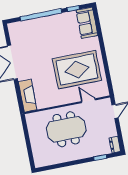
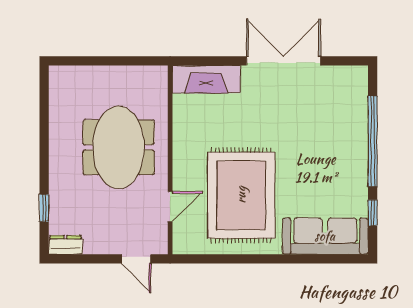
sofa: (87, 23) -> (325, 236), width x1.36

